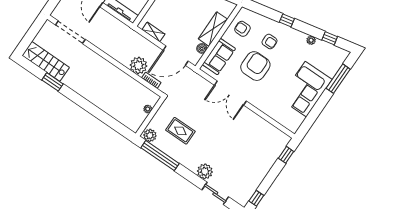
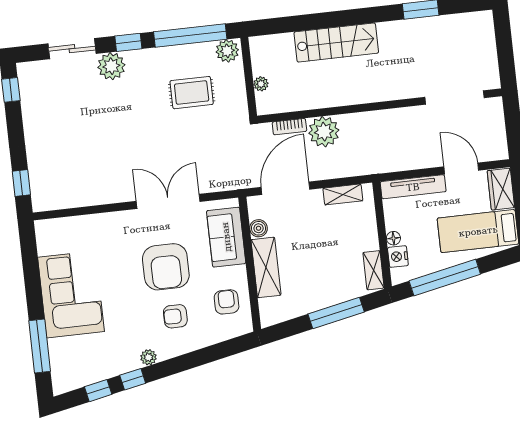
window: (287, 20) -> (133, 379), moved
armchair: (242, 29) -> (227, 302), turned -90
plant: (311, 40) -> (149, 357), moved
stairs: (46, 61) -> (336, 43), moved
window: (189, 175) -> (128, 42), added

